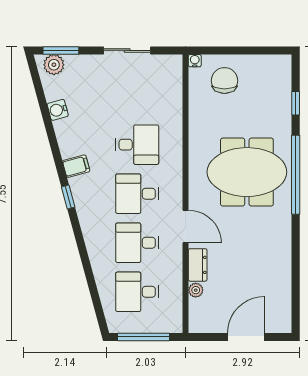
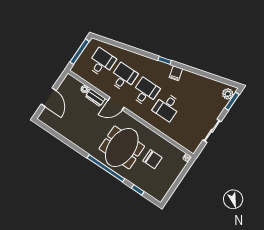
chair: (224, 81) -> (152, 159), moved
water cooler: (58, 110) -> (206, 82), removed

